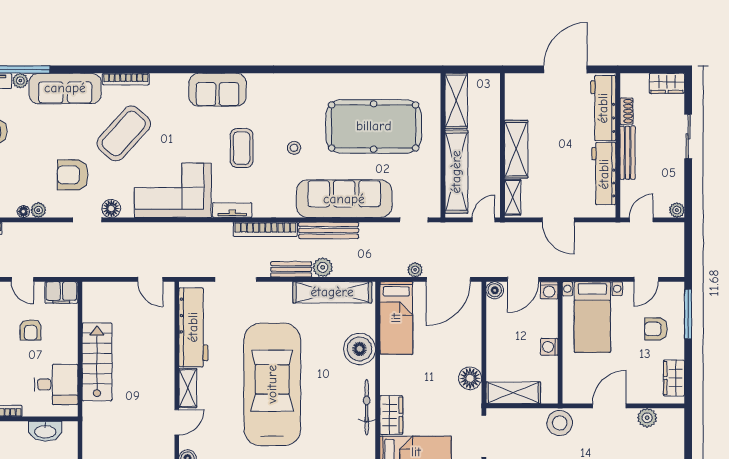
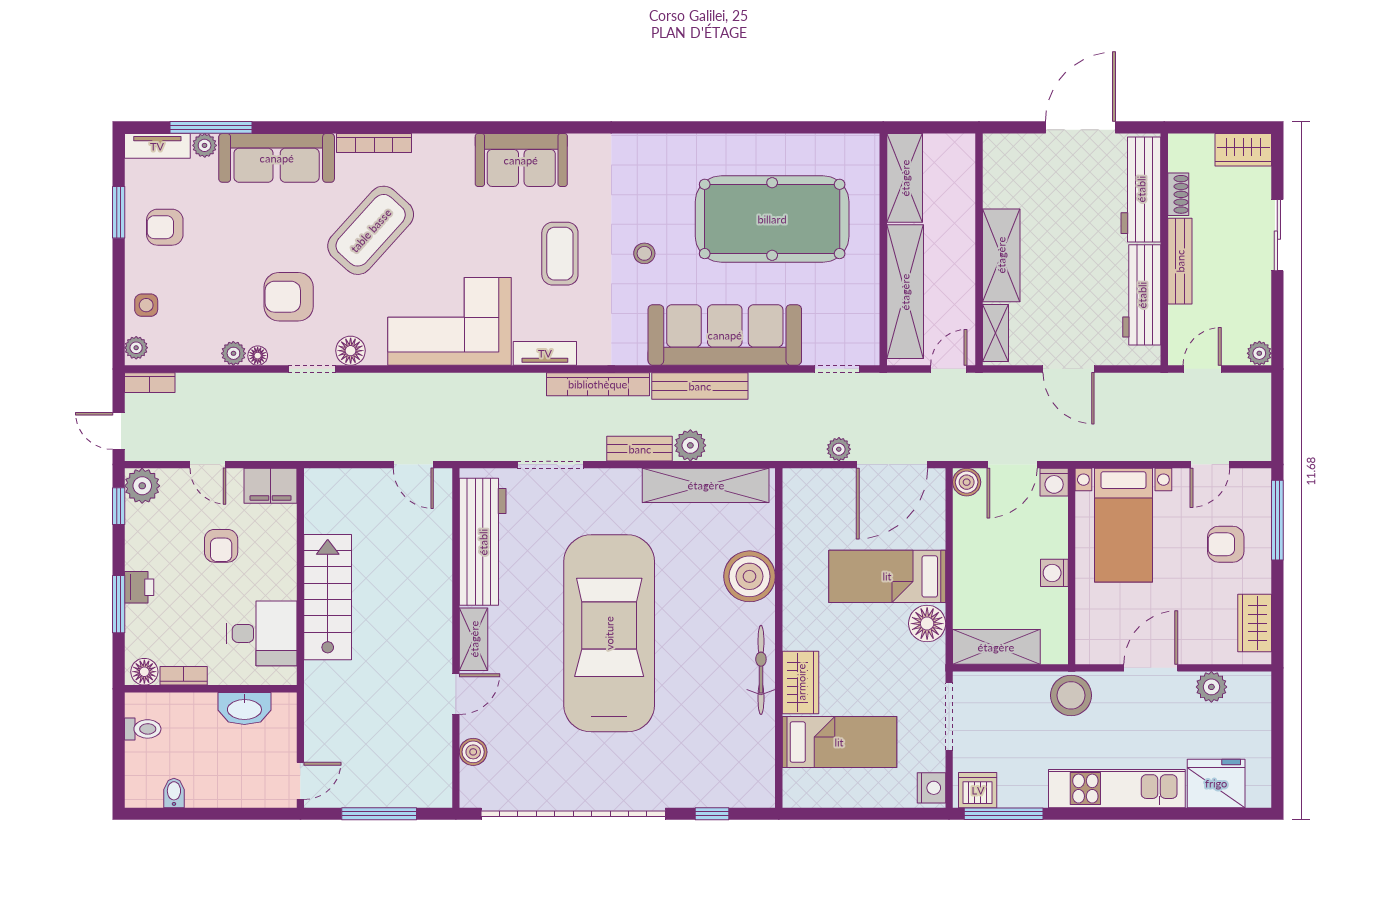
floor lamp: (23, 212) -> (258, 356), moved
bed: (396, 318) -> (887, 576), moved, turned 90

